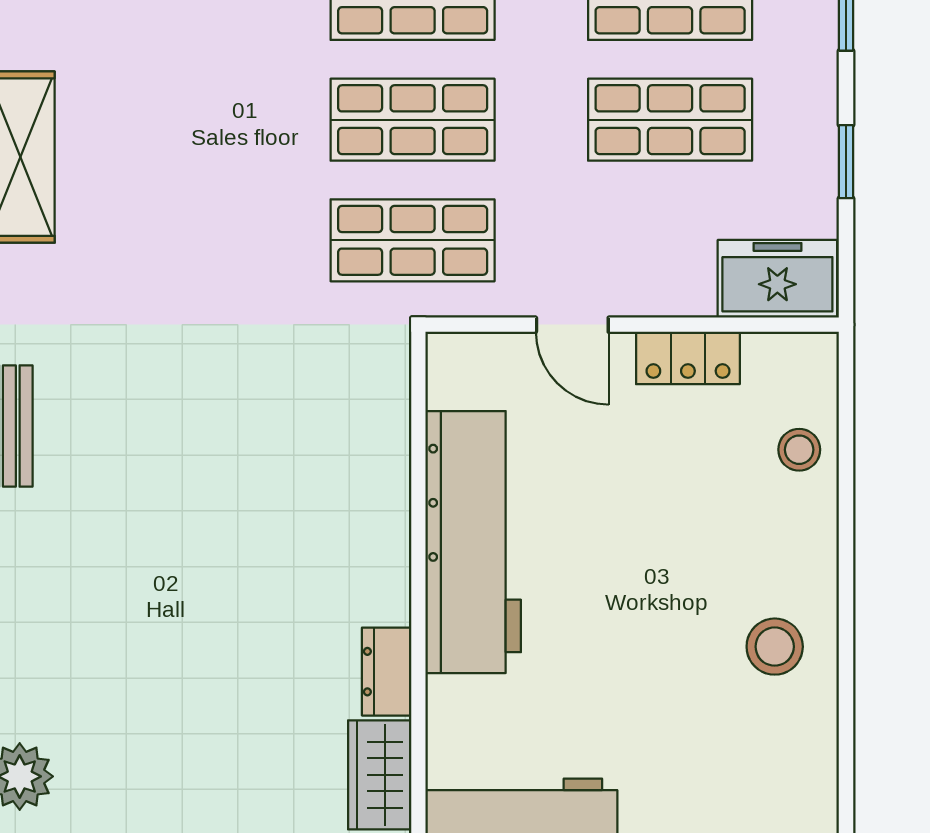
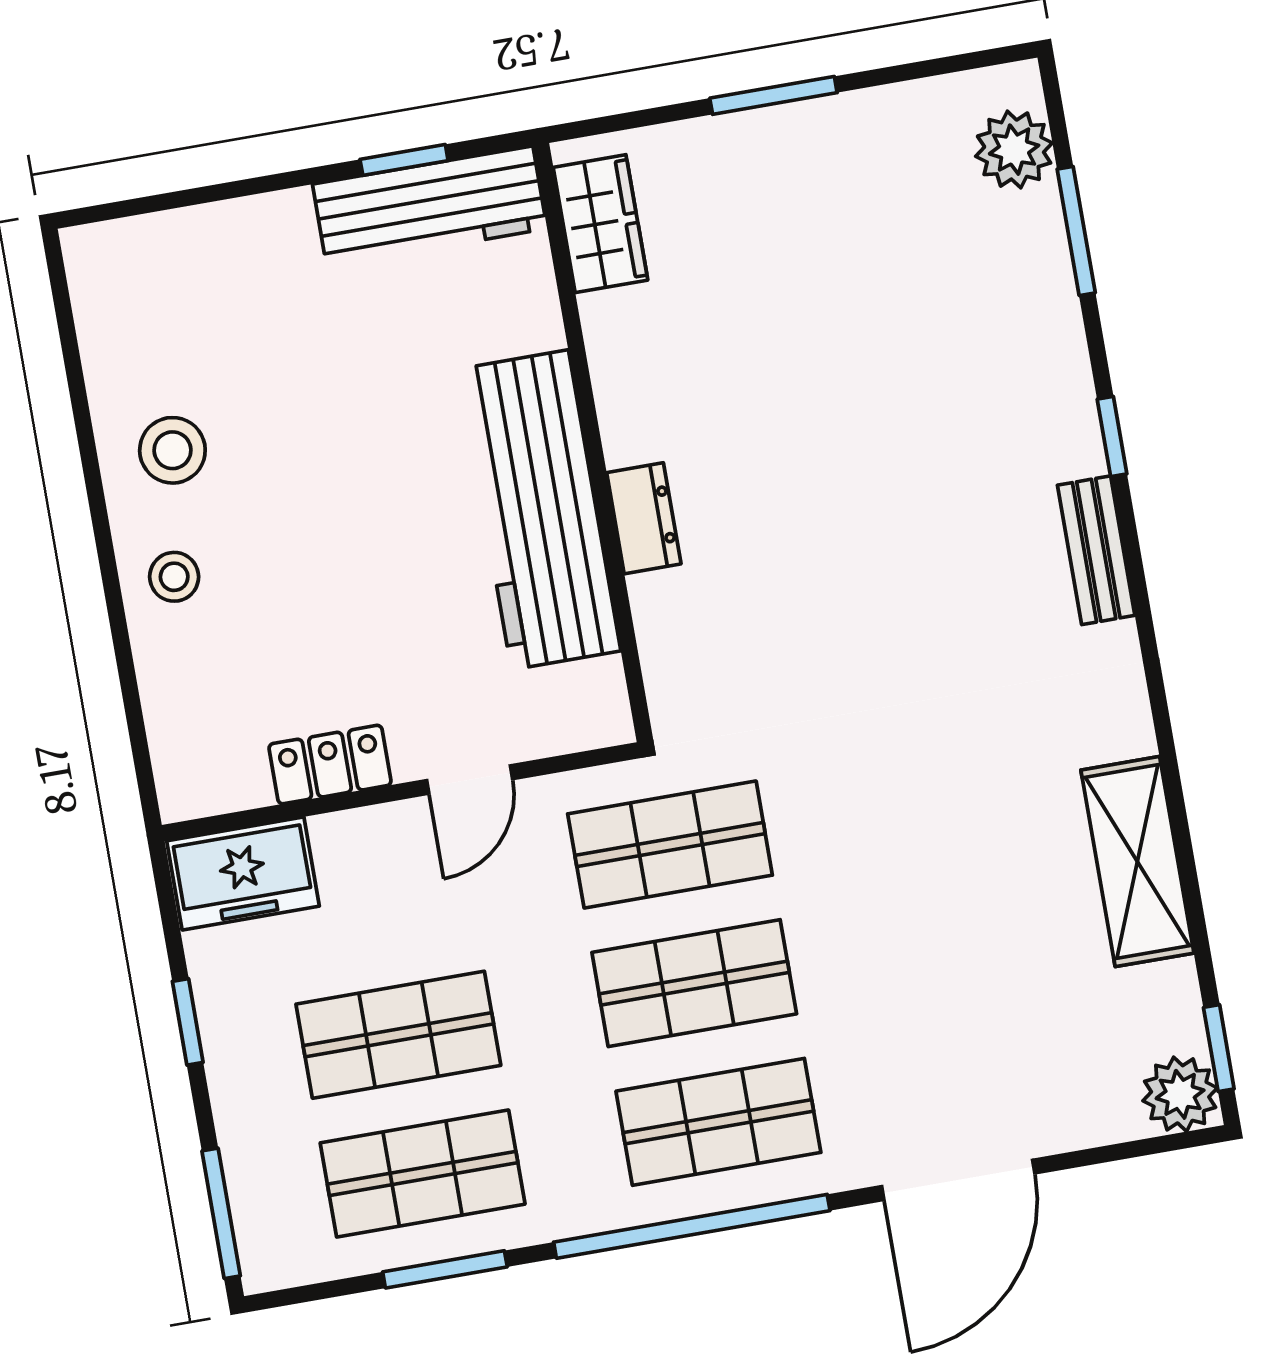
door: (572, 325) -> (470, 780), swing flipped
stool: (799, 450) -> (174, 577), moved
dresser: (387, 672) -> (644, 518), moved

